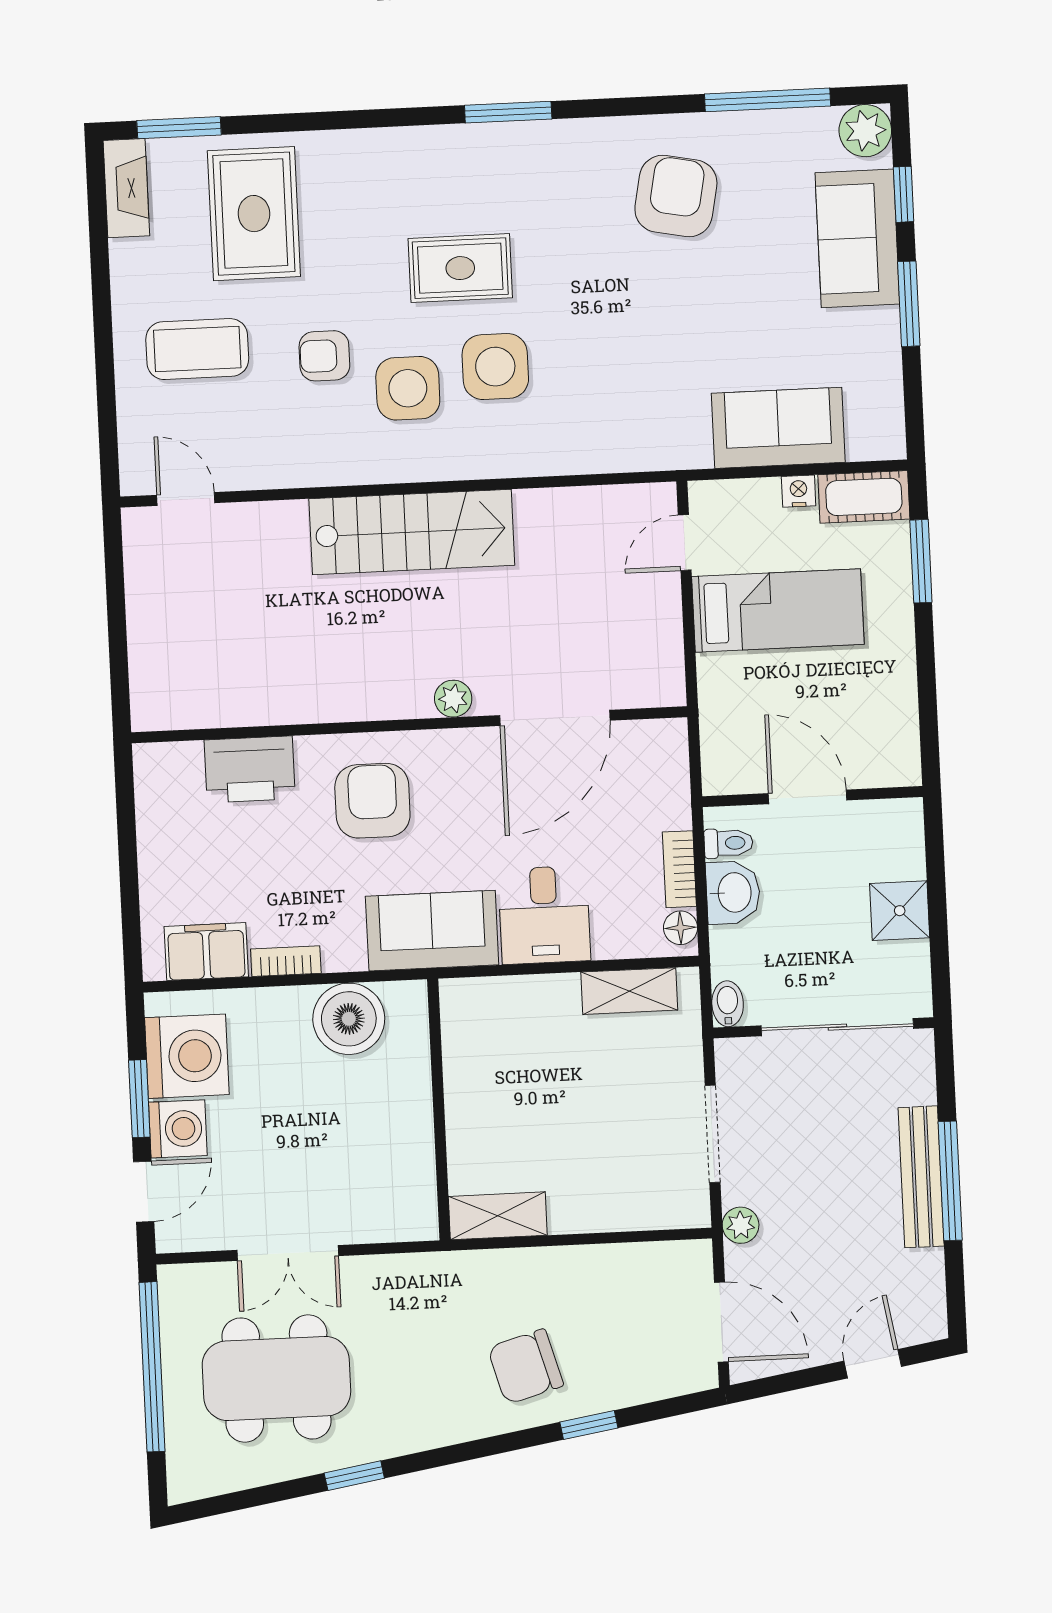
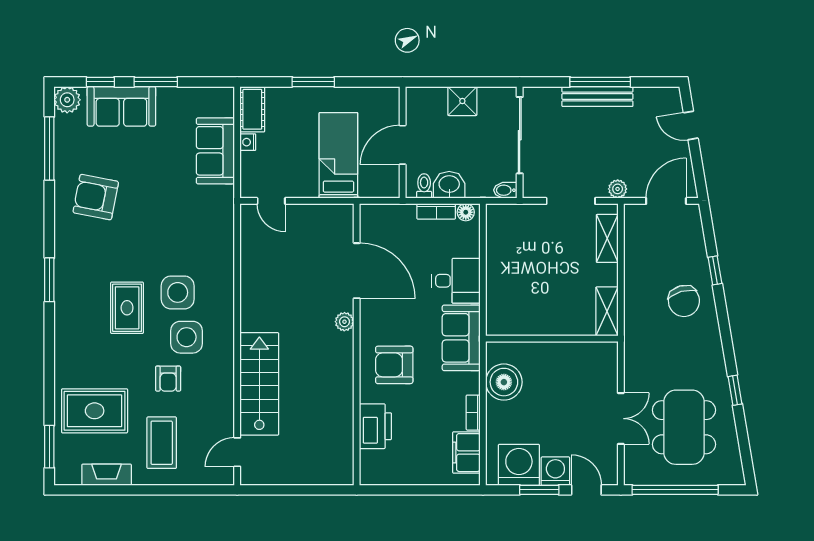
fireplace: (126, 188) -> (107, 475), moved
stairs: (412, 532) -> (259, 384), moved
window: (921, 561) -> (313, 82), moved
bed: (778, 610) -> (338, 155), moved
shelving: (629, 991) -> (607, 238), moved

